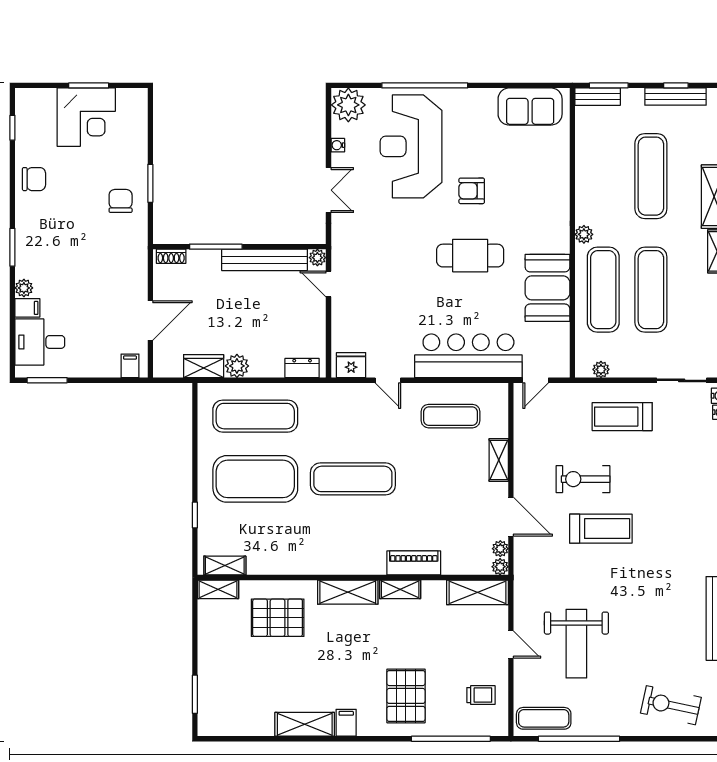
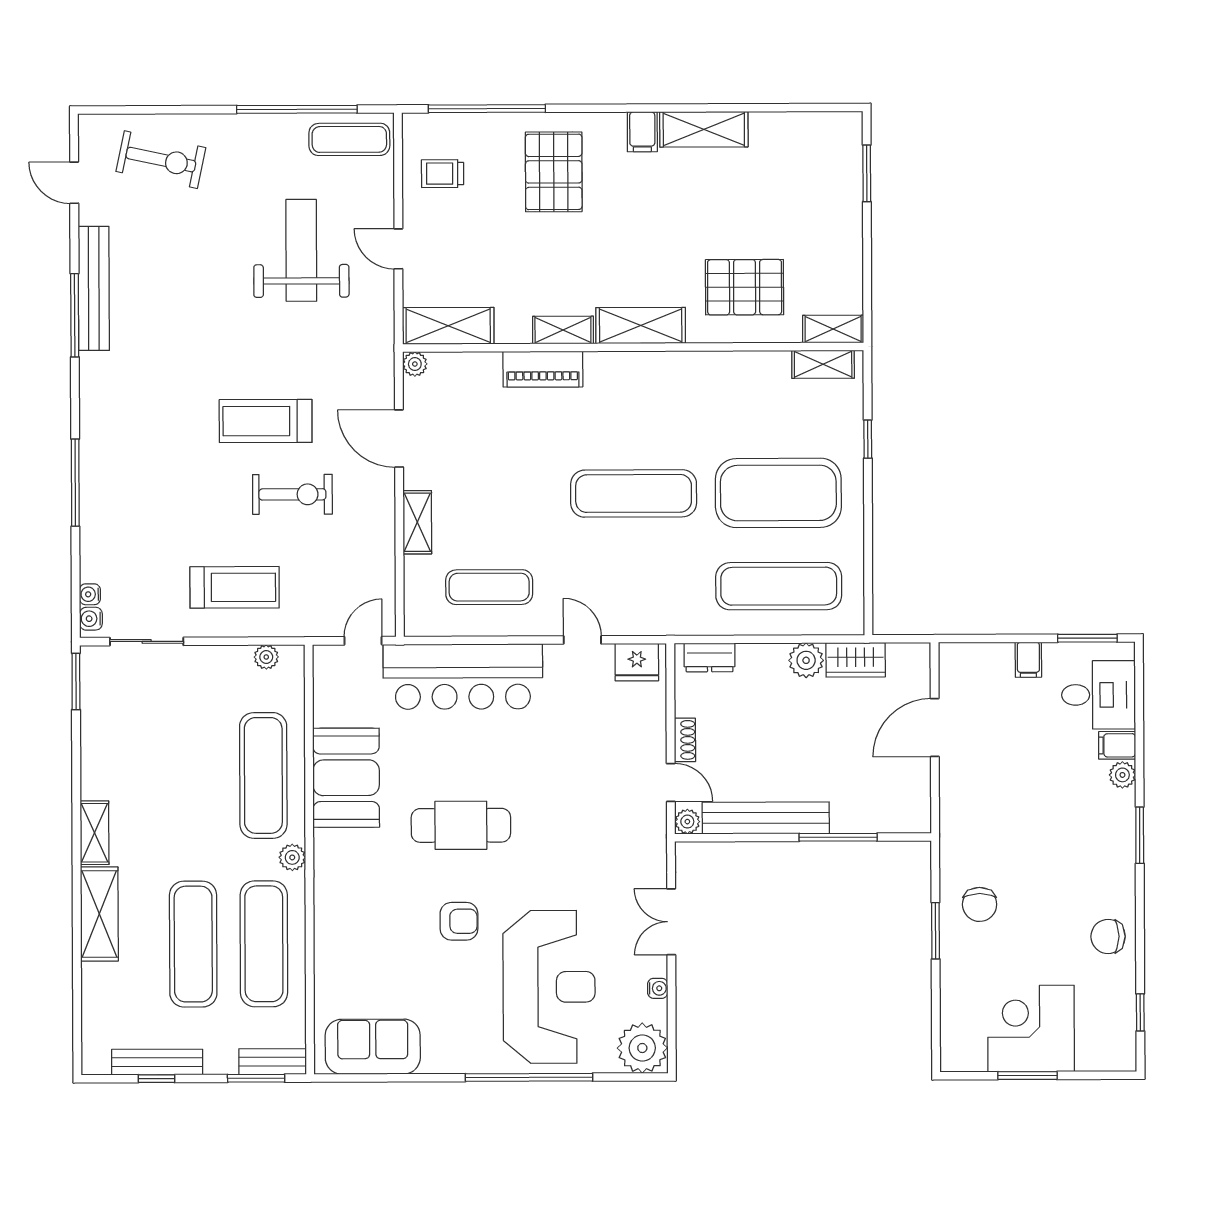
shoe rack: (171, 256) -> (685, 740), moved, turned 90
exercise mat: (651, 290) -> (264, 944), moved
filing cabinet: (130, 366) -> (1028, 660), moved
plant: (500, 549) -> (415, 391), removed

